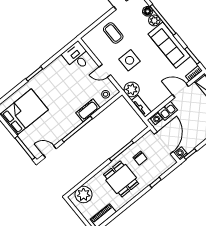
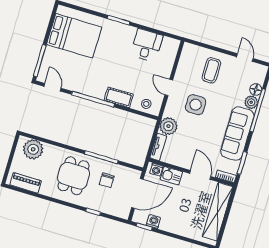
desk: (77, 56) -> (147, 45), moved
washing machine: (181, 153) -> (153, 222), moved

